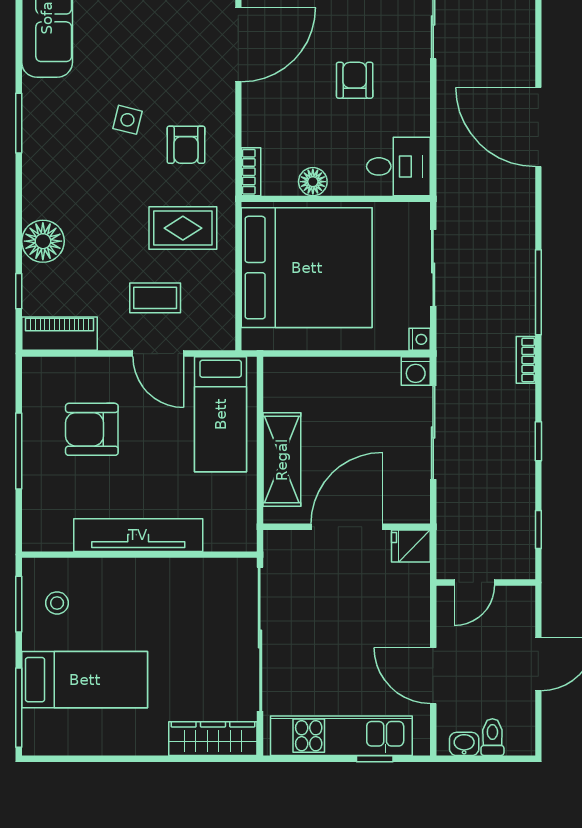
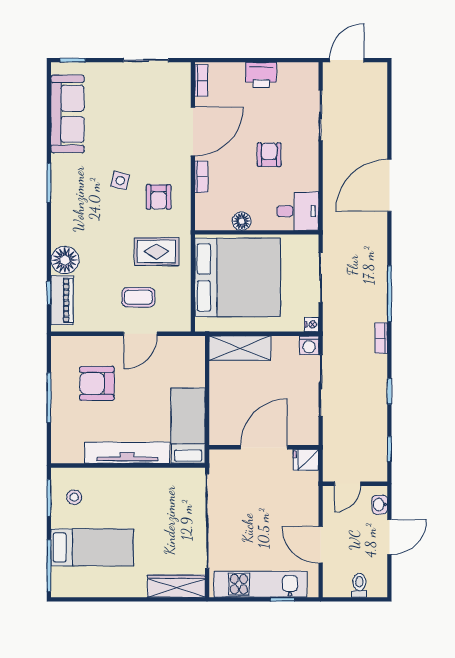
door: (538, 127) -> (389, 185), hinge flipped
bookcase: (251, 172) -> (201, 177), moved
piano: (60, 334) -> (62, 300), moved, turned 90
door: (158, 354) -> (140, 334), hinge flipped
bed: (221, 414) -> (188, 426), moved, turned 180
shelving: (282, 460) -> (240, 348), moved, turned 90
washbasin: (464, 744) -> (380, 505), moved, turned -90

